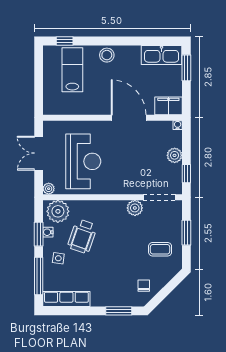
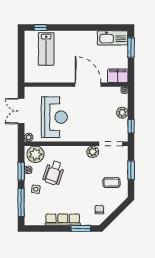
stool: (107, 55) -> (72, 38), removed
lab bench: (72, 70) -> (46, 49), turned 180
row of seats: (66, 299) -> (63, 220), moved

